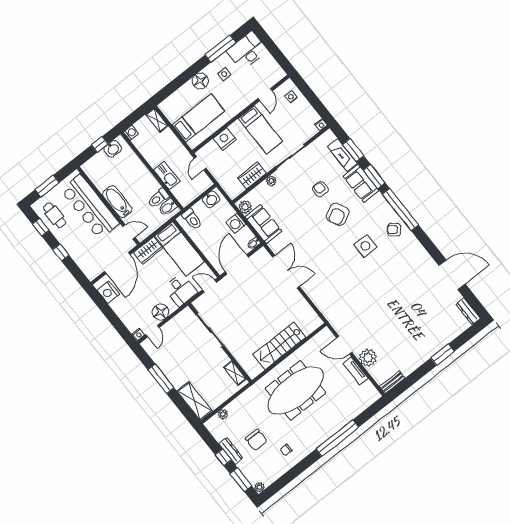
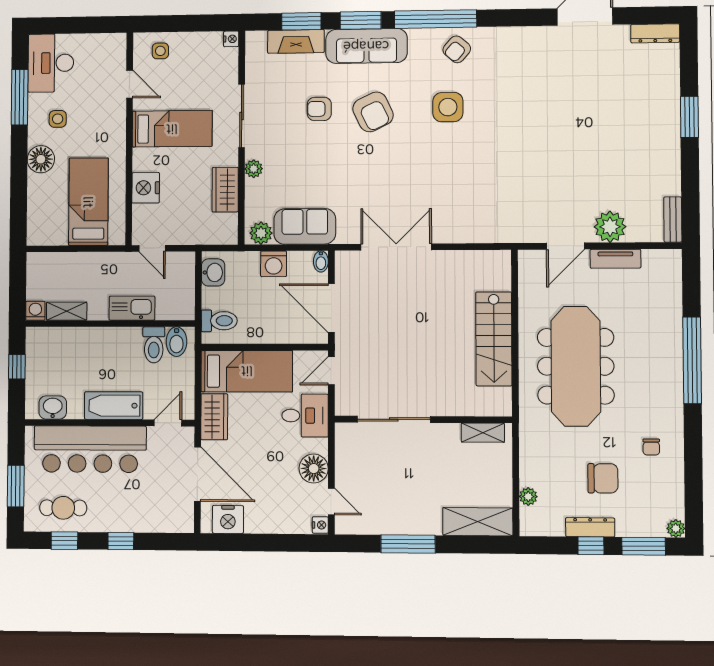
shelving: (157, 120) -> (67, 311), moved
washbasin: (113, 149) -> (53, 408), moved, turned -90
sofa: (361, 183) -> (366, 46), width x1.36

